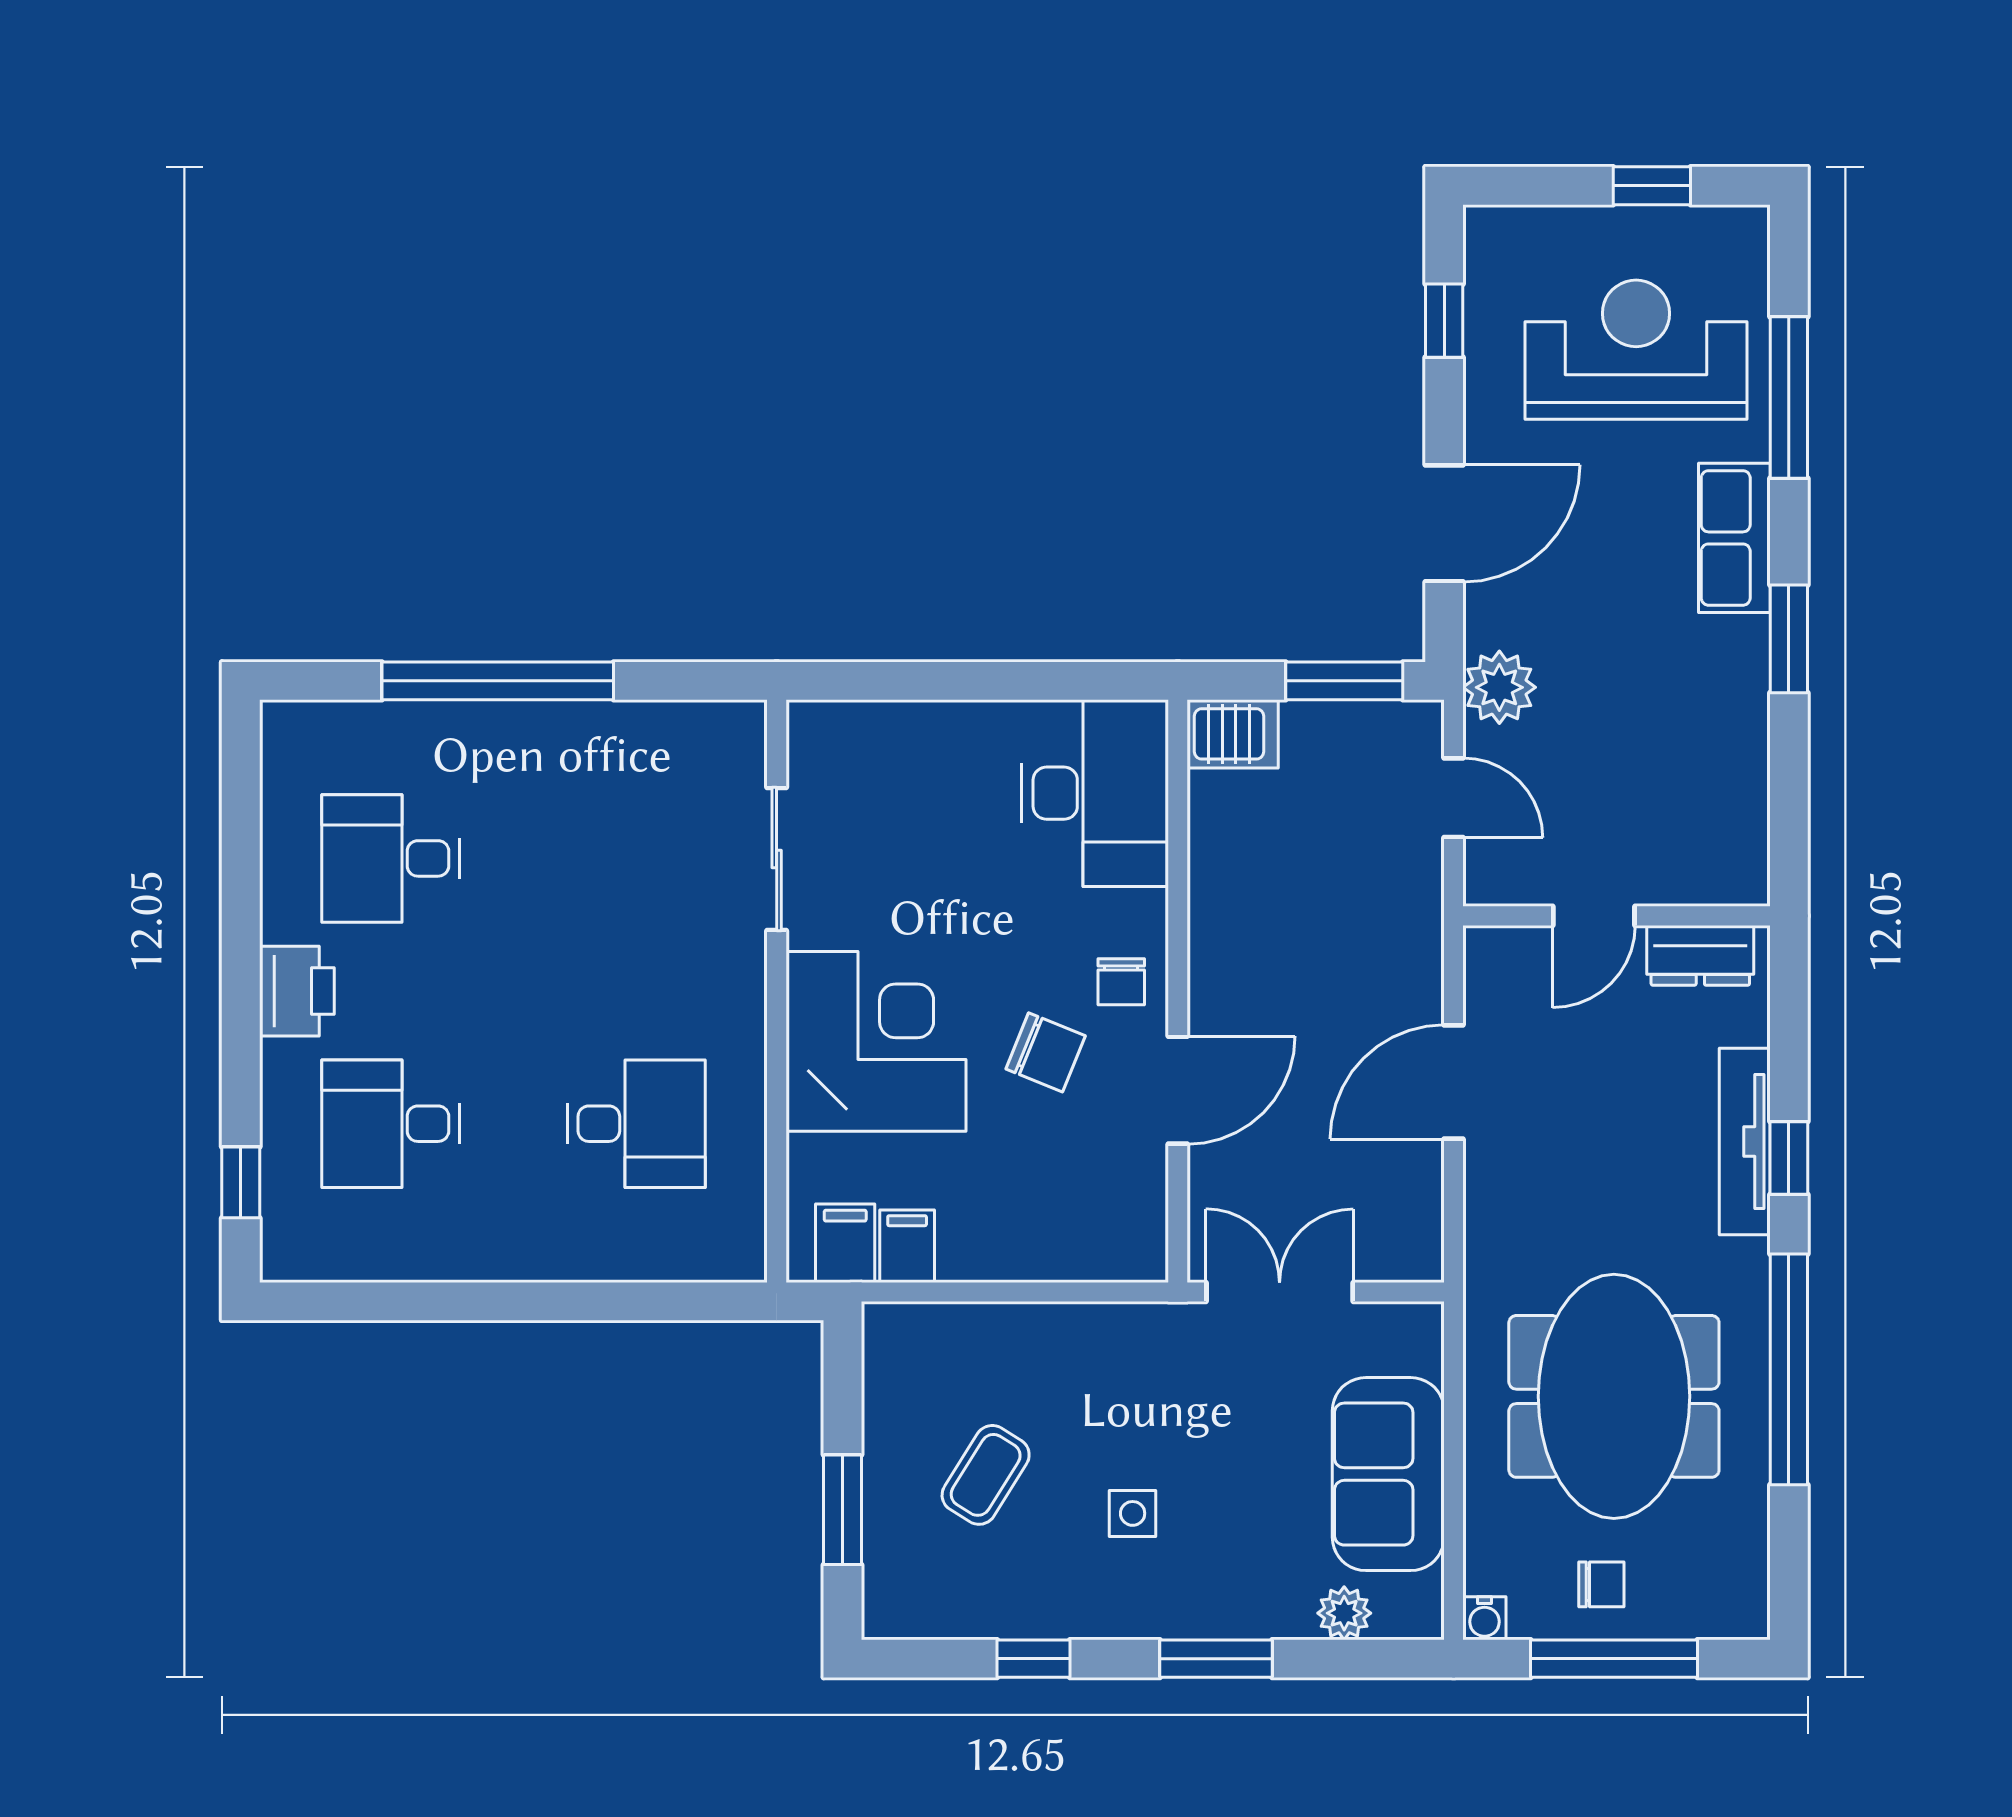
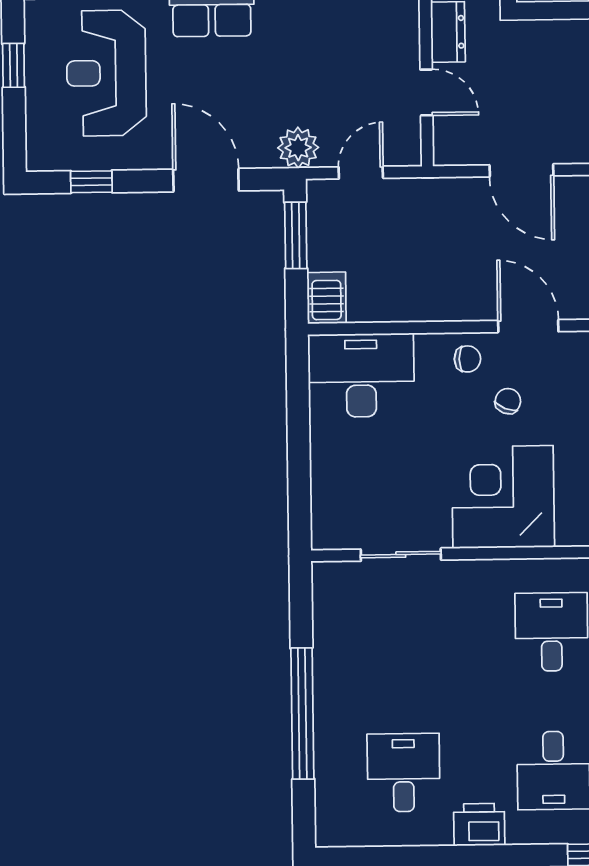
desk: (391, 858) -> (404, 773), turned 180
chair: (1046, 1052) -> (508, 401), width x0.73, depth x0.73

